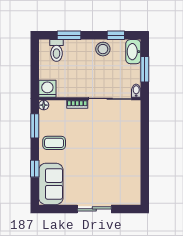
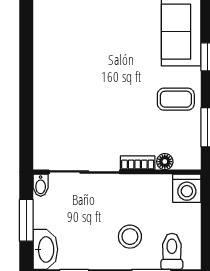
stool: (103, 49) -> (130, 237), moved
floor lamp: (44, 105) -> (165, 162), moved

